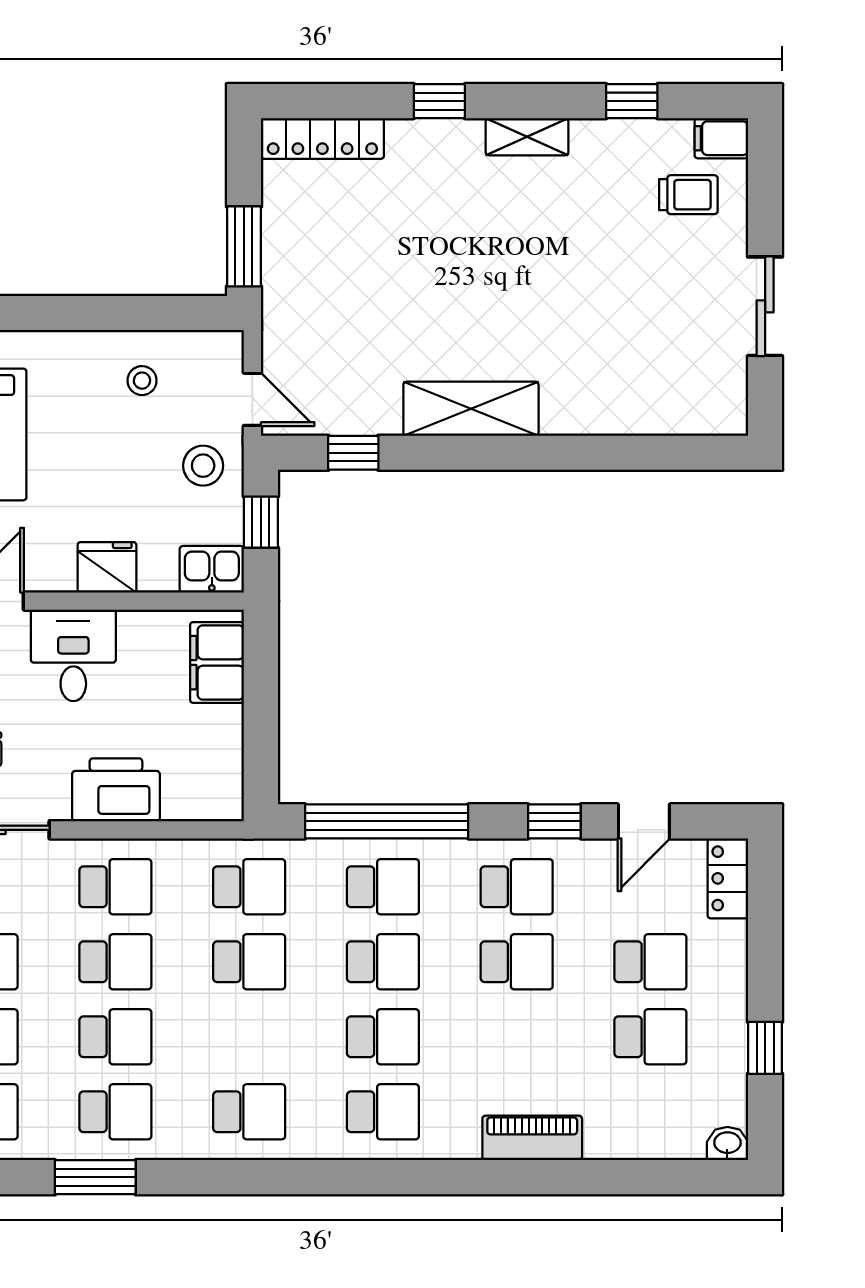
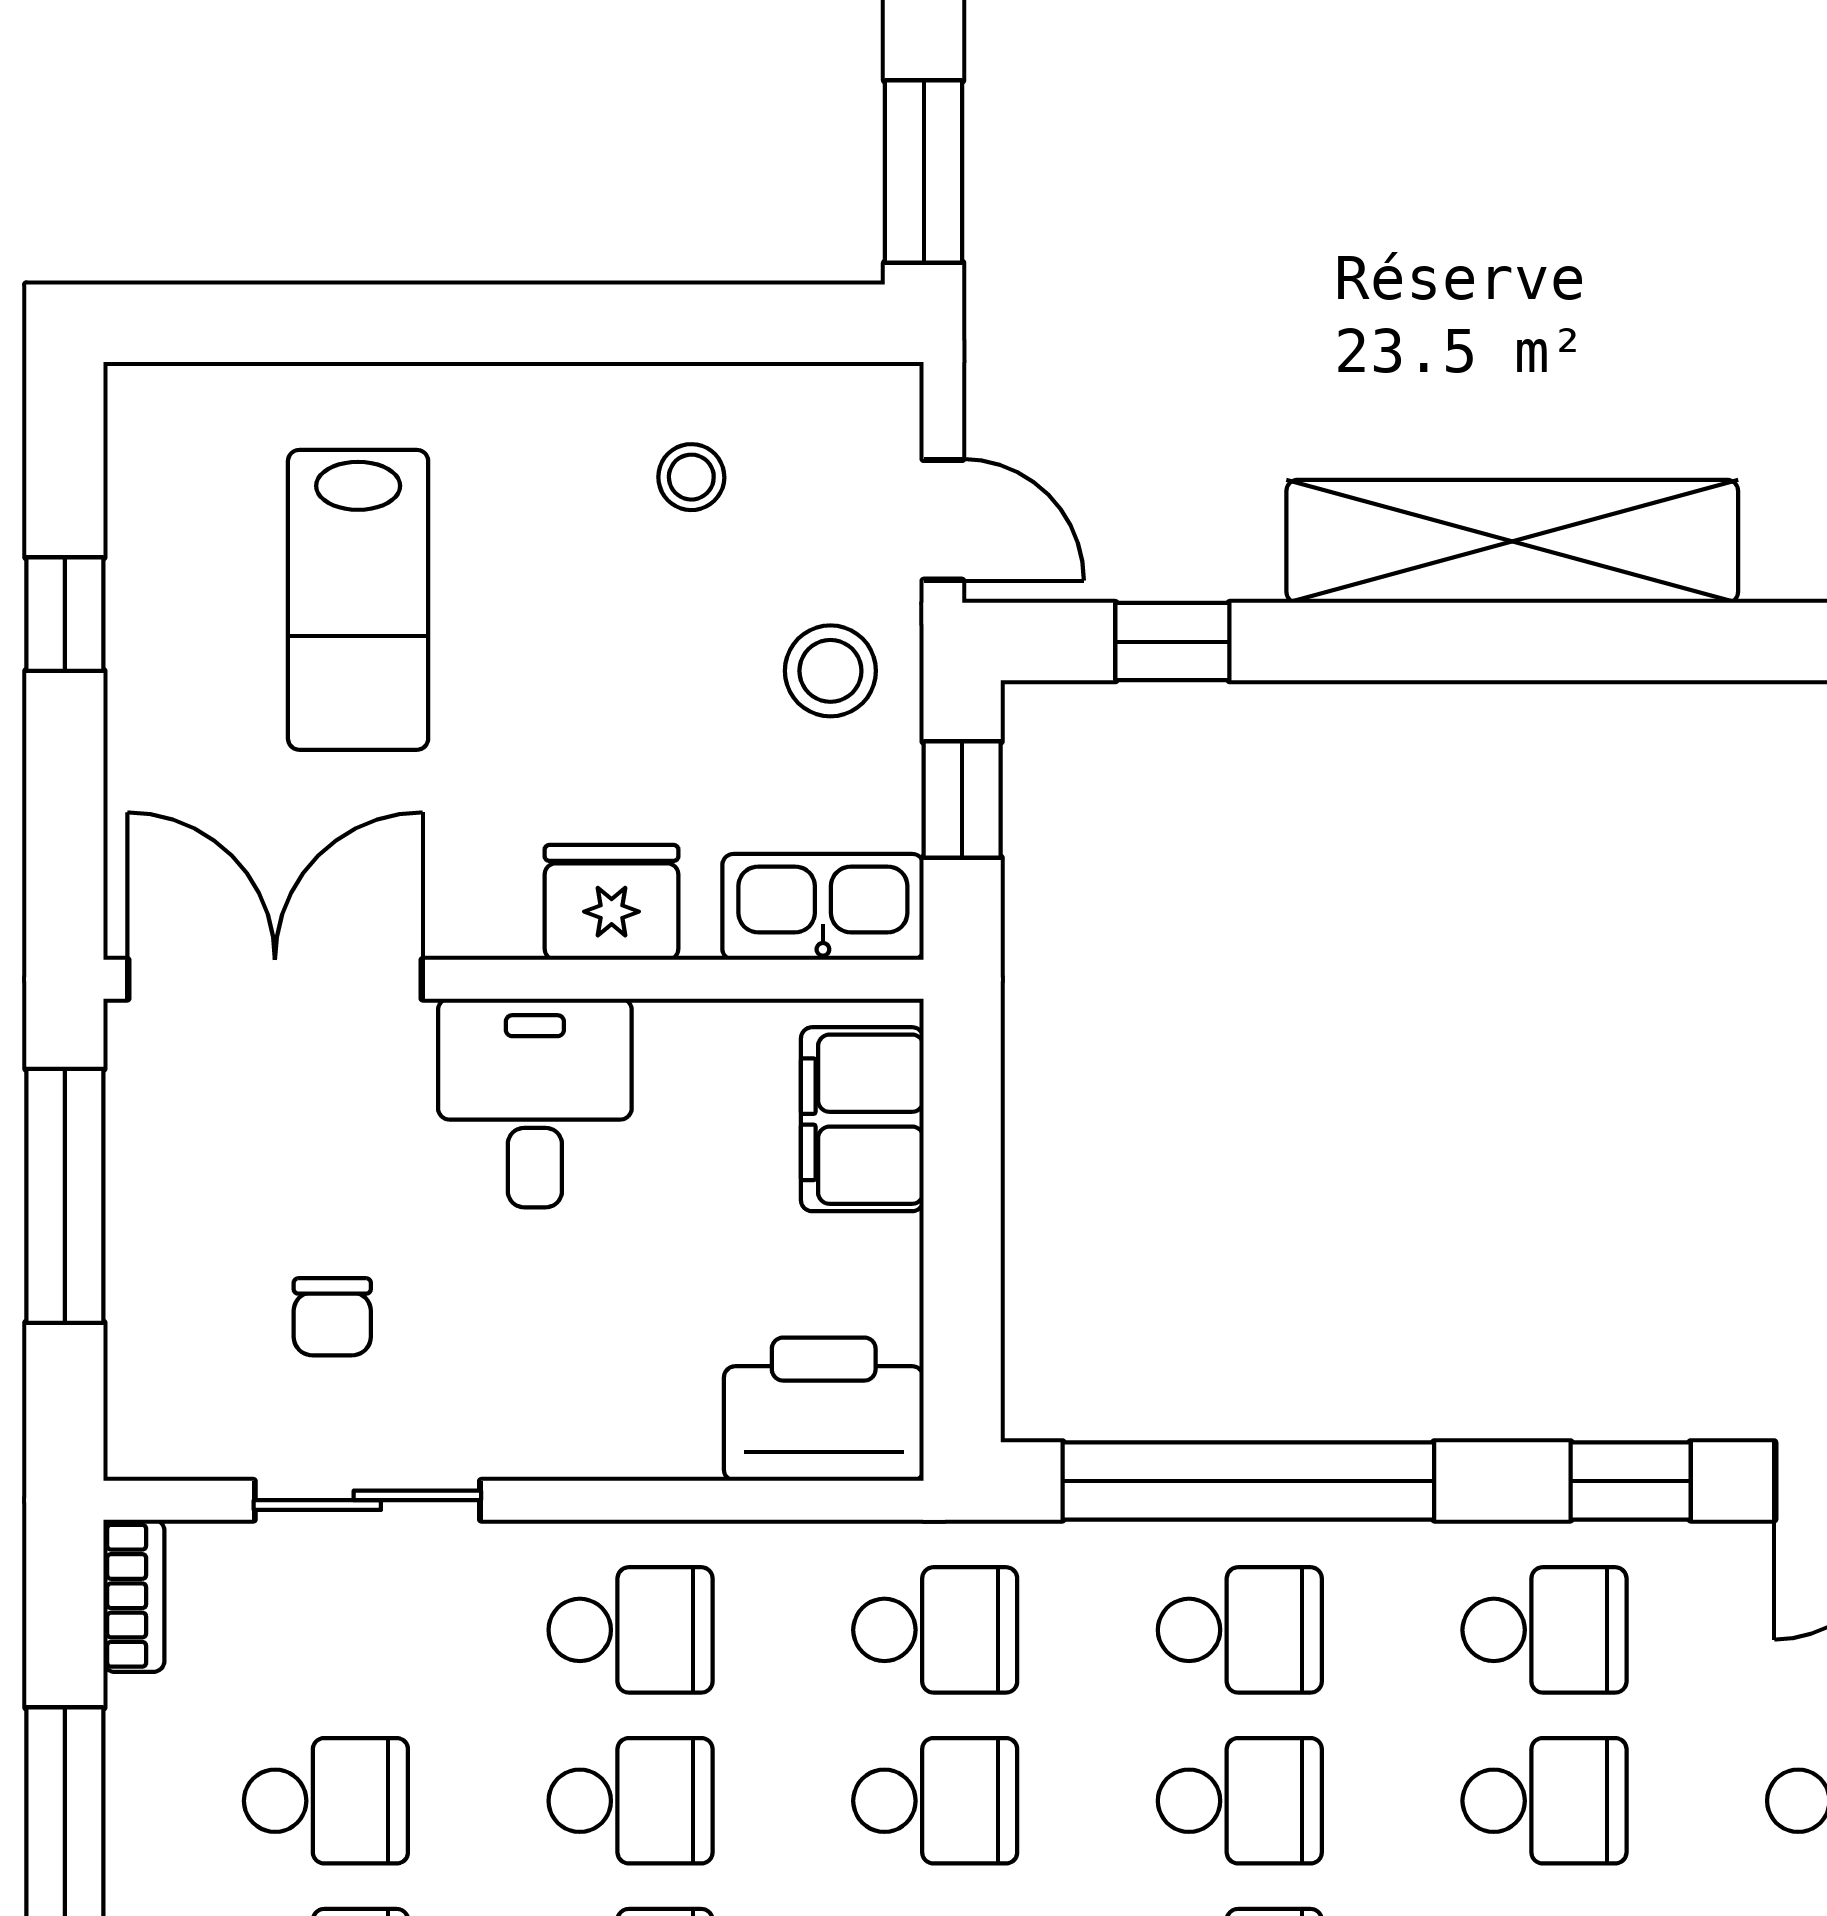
shelving: (471, 409) -> (1512, 541), width x1.47
kitchen sink: (212, 569) -> (823, 907), width x1.38
printer: (116, 790) -> (824, 1409), moved

